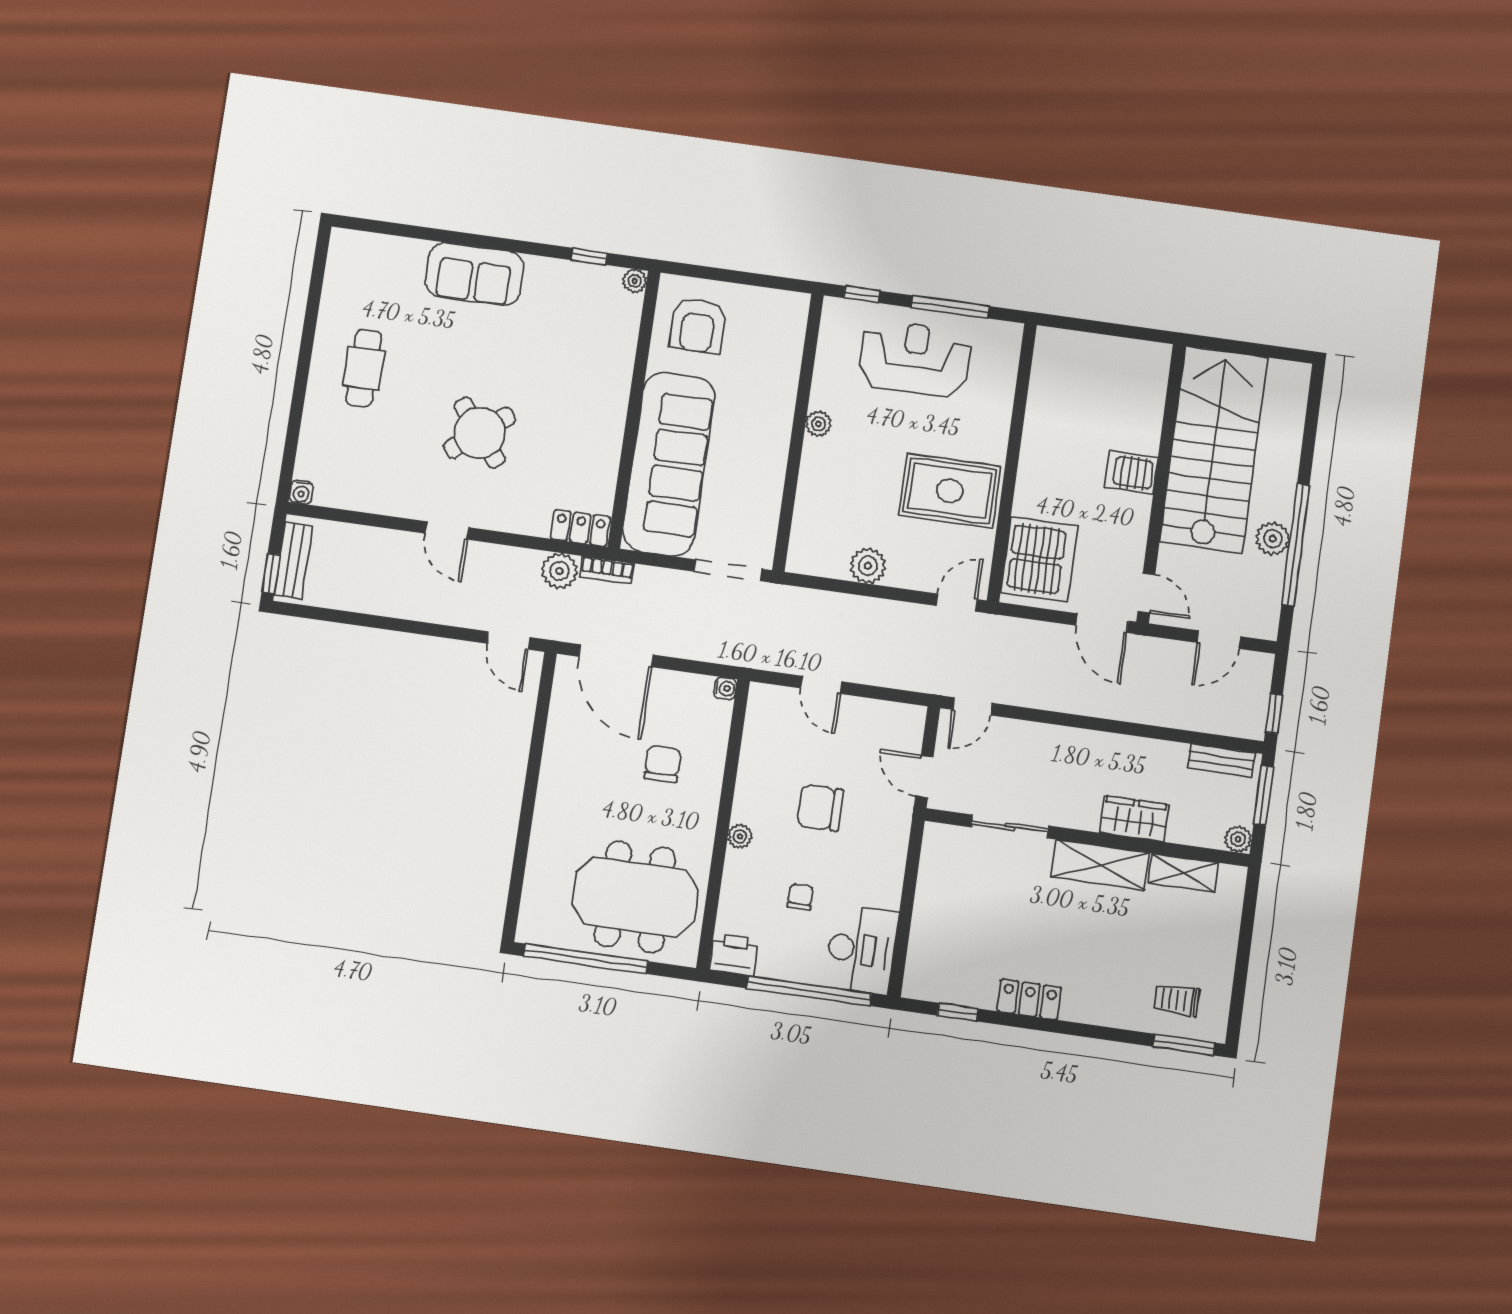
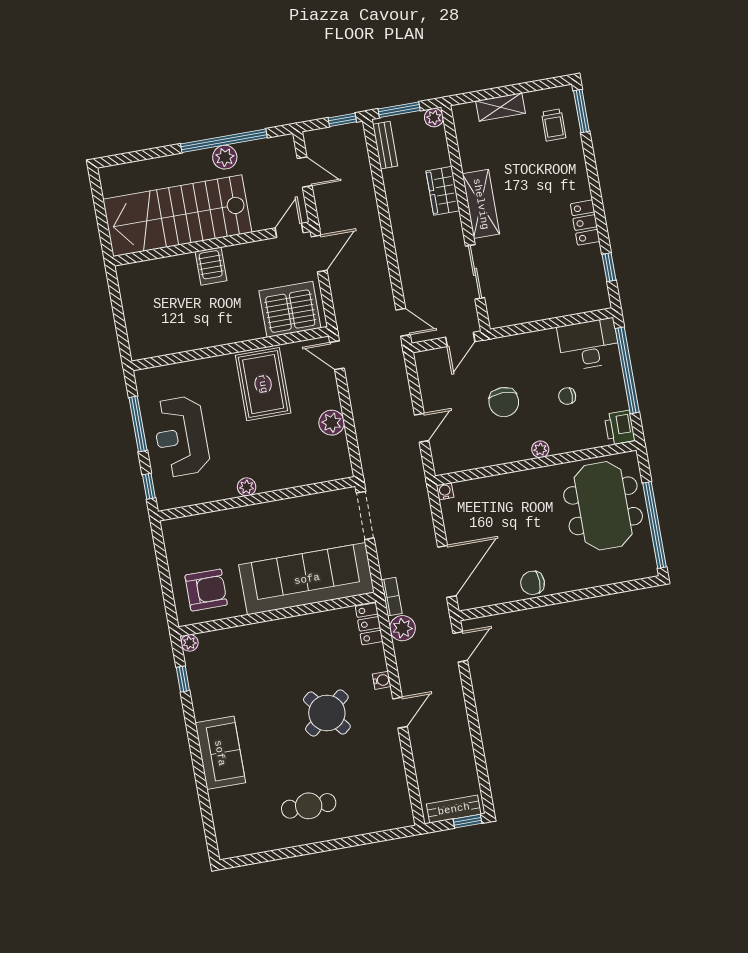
water cooler: (301, 492) -> (382, 680), moved
chair: (663, 764) -> (533, 583), moved
shelving: (1183, 873) -> (500, 107), moved, turned 90

